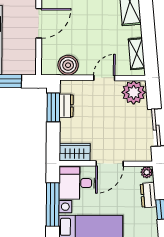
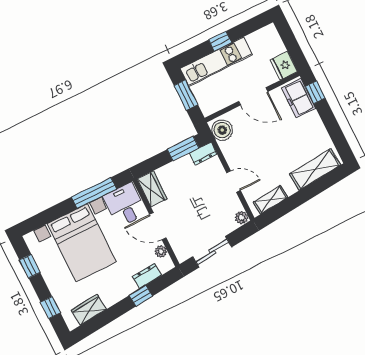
boiler: (68, 65) -> (222, 130), moved
plant: (134, 92) -> (242, 218), width x0.53, depth x0.53
dresser: (66, 106) -> (203, 154), moved
plant: (147, 172) -> (161, 252), moved

